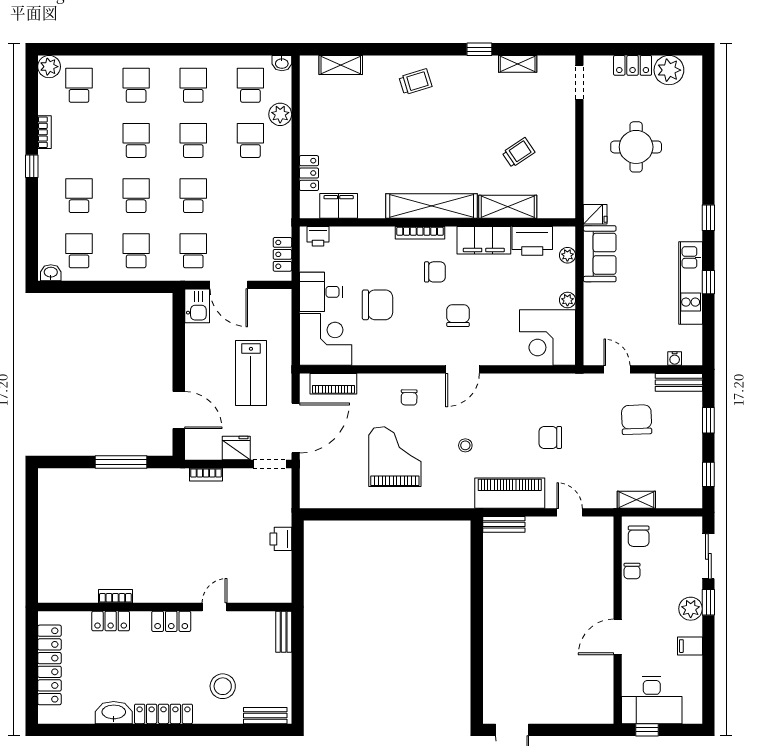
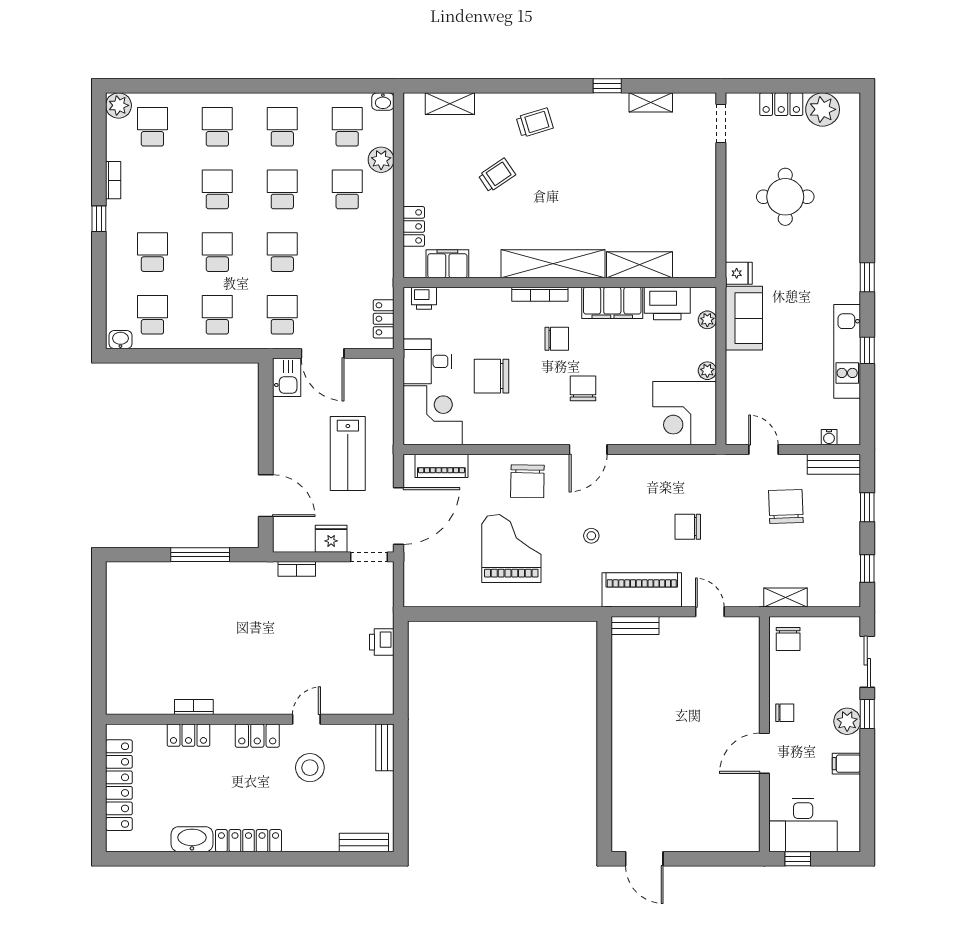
trolley: (518, 152) -> (497, 175), moved
chair: (378, 305) -> (492, 376), turned 180
chair: (409, 397) -> (527, 481), width x1.87, depth x1.87
chair: (632, 571) -> (785, 713), moved, turned -90
stool: (223, 686) -> (310, 768), moved

